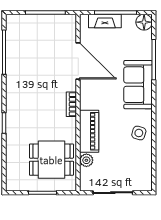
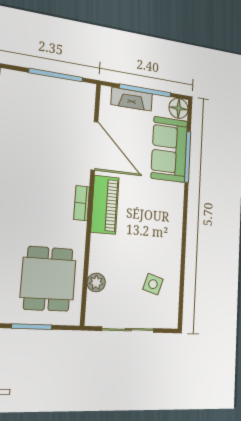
sofa: (138, 85) -> (169, 149), moved
piano: (89, 131) -> (105, 205), moved
side table: (139, 133) -> (153, 284), moved
dining table: (51, 160) -> (48, 279), turned 90

